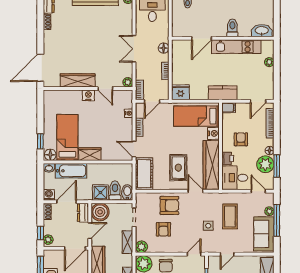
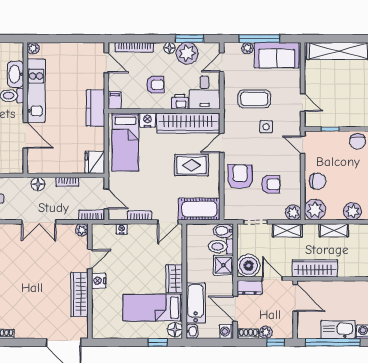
washbasin: (262, 31) -> (16, 74), moved
plant: (269, 62) -> (33, 48), moved
armchair: (241, 139) -> (155, 85), turned 180
plant: (48, 240) -> (266, 332), moved

